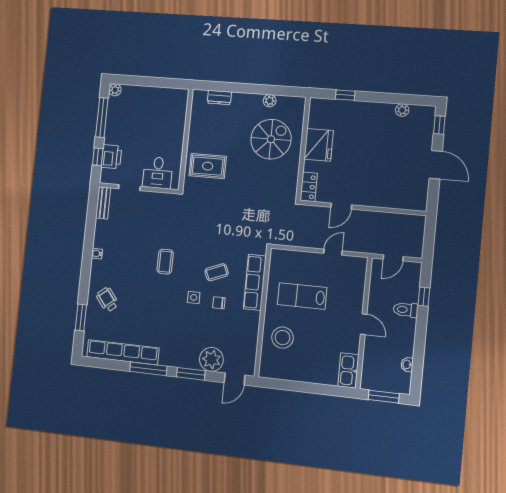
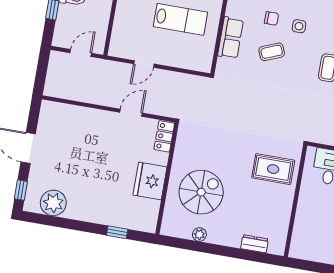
plant: (402, 110) -> (53, 203), width x1.88, depth x1.88
spiral stairs: (271, 139) -> (201, 192), turned 180
row of seats: (255, 282) -> (231, 38), width x0.68

